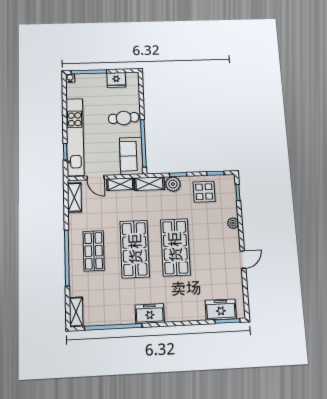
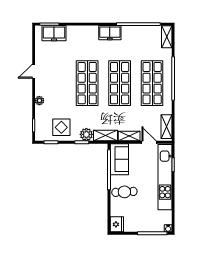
fridge: (116, 80) -> (117, 224), moved, turned 90
shop shelf: (94, 251) -> (152, 83), width x1.43, depth x1.36

